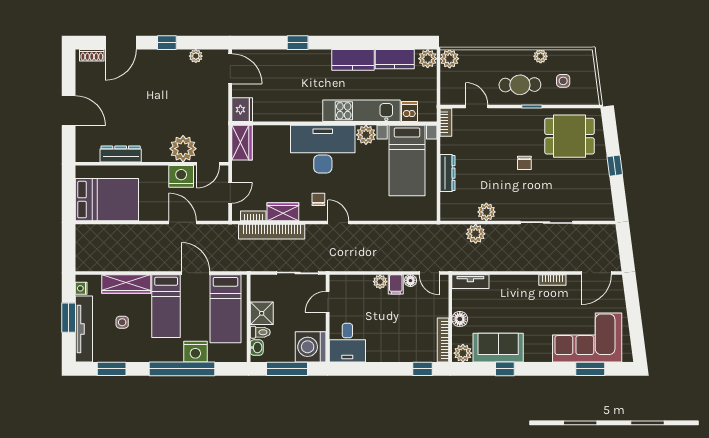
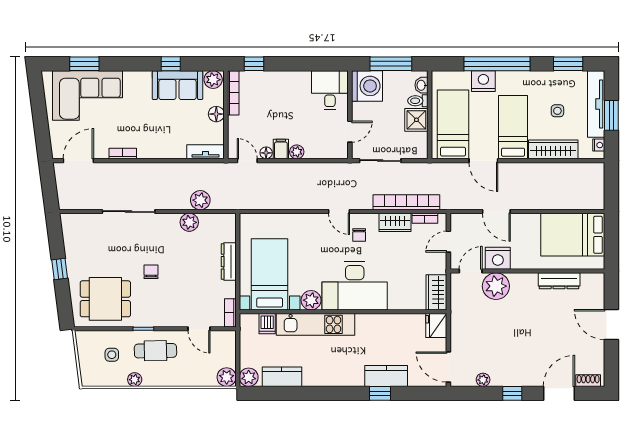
kitchen counter: (353, 60) -> (386, 376), moved

